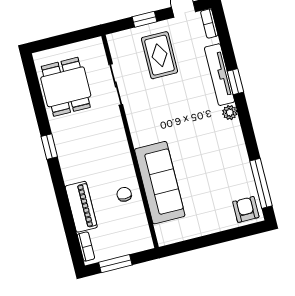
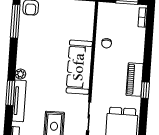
window: (235, 82) -> (10, 93), width x1.50
sofa: (160, 183) -> (79, 67), moved
piano: (81, 207) -> (135, 80), moved

